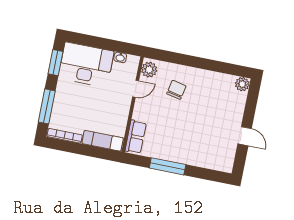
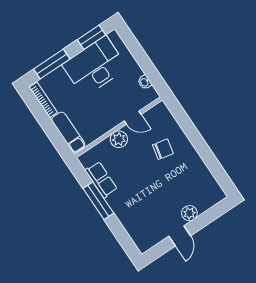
desk: (86, 65) -> (95, 66), moved, turned -90
plant: (149, 70) -> (119, 139), moved
plant: (242, 84) -> (189, 213), moved
row of seats: (136, 137) -> (101, 180), moved, turned -90

